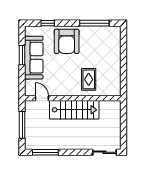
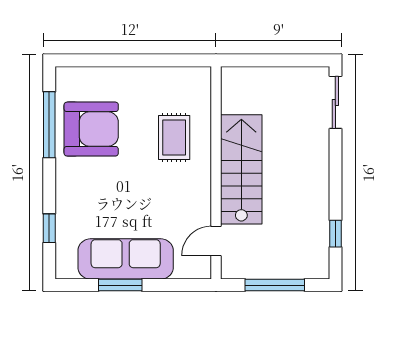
armchair: (67, 41) -> (91, 129), moved
rug: (89, 79) -> (174, 137), turned 90
window: (45, 152) -> (335, 234), width x0.46

